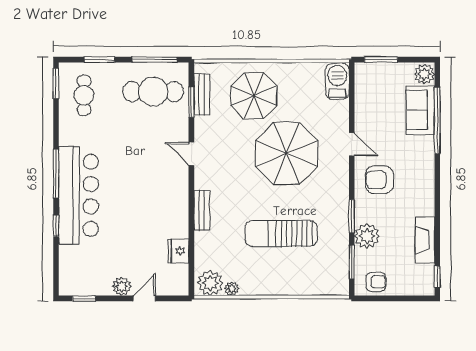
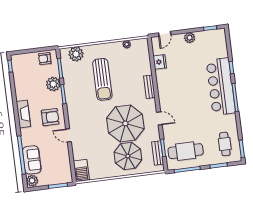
parasol: (287, 153) -> (125, 123), moved
sun lounger: (281, 233) -> (102, 79), turned 90
fireplace: (425, 240) -> (23, 114), moved
plant: (210, 283) -> (76, 54), moved
door: (144, 298) -> (165, 34), moved

